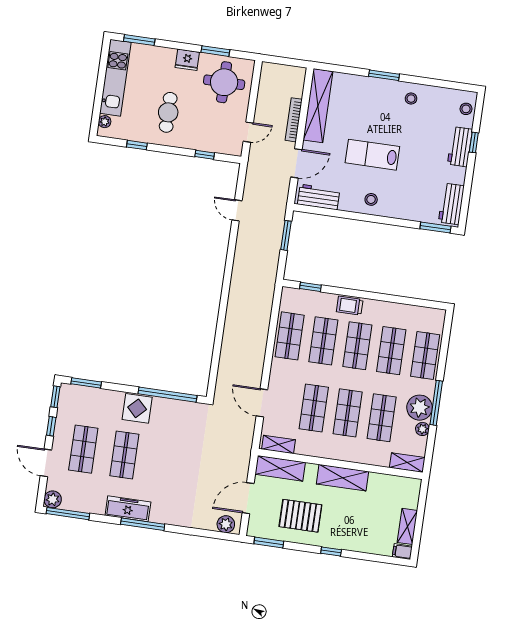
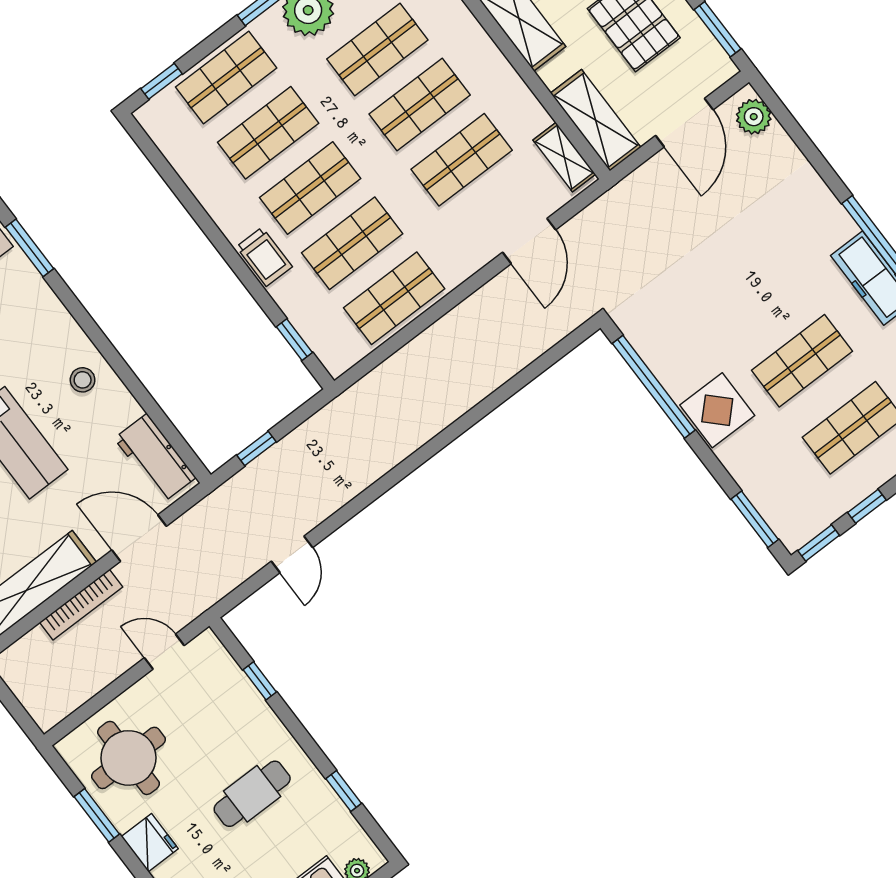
window: (286, 235) -> (257, 449), width x0.67
window: (447, 332) -> (162, 81), added
door: (248, 498) -> (684, 123), hinge flipped

